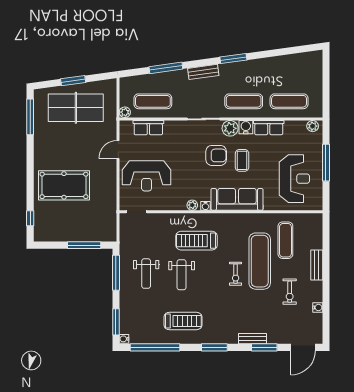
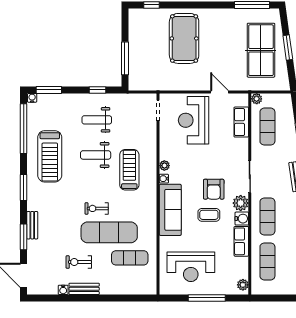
bench: (317, 265) -> (84, 289), moved
window: (116, 273) -> (98, 90), width x0.46
treadmill: (183, 321) -> (50, 156), width x1.37, depth x1.38

